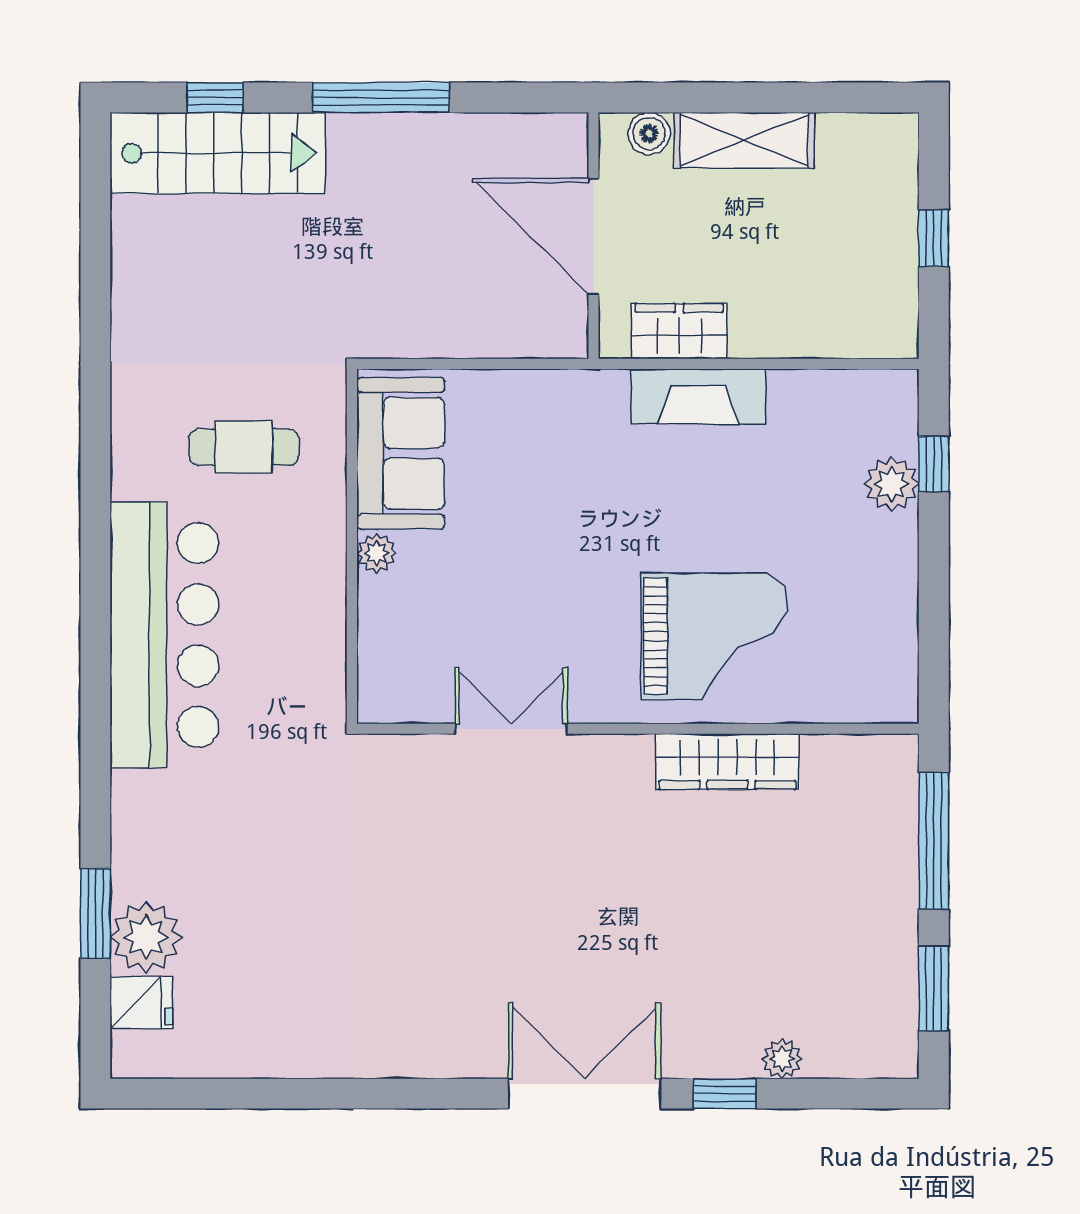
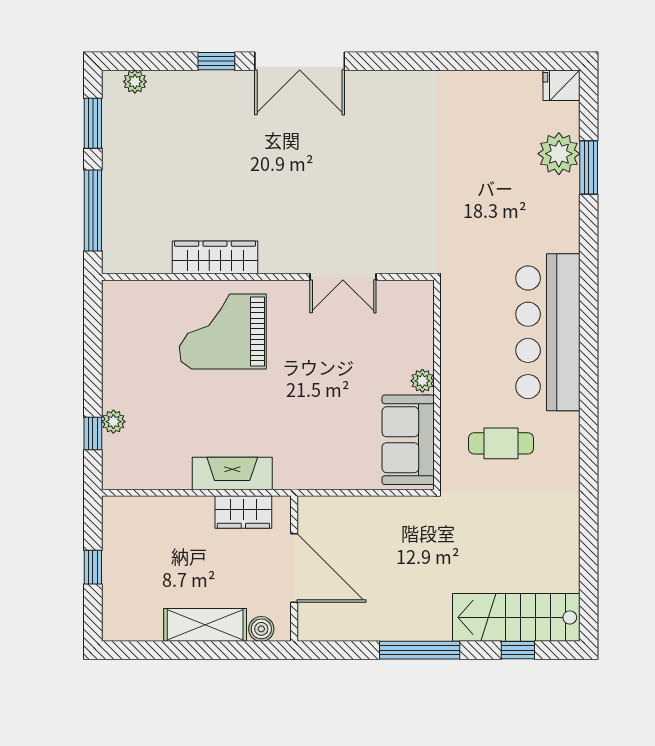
plant: (892, 484) -> (113, 422), width x0.73, depth x0.73
fridge: (141, 1003) -> (562, 85), moved
plant: (782, 1059) -> (135, 82), moved

